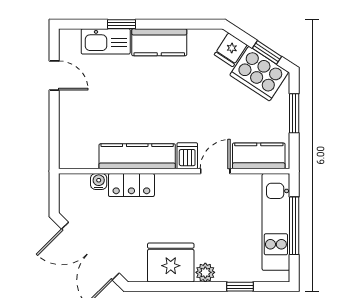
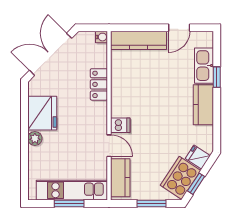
kitchen counter: (137, 156) -> (139, 40), moved, turned 90
water cooler: (99, 181) -> (102, 37), moved
window: (294, 226) -> (69, 204), width x0.69
window: (240, 287) -> (25, 164), removed

